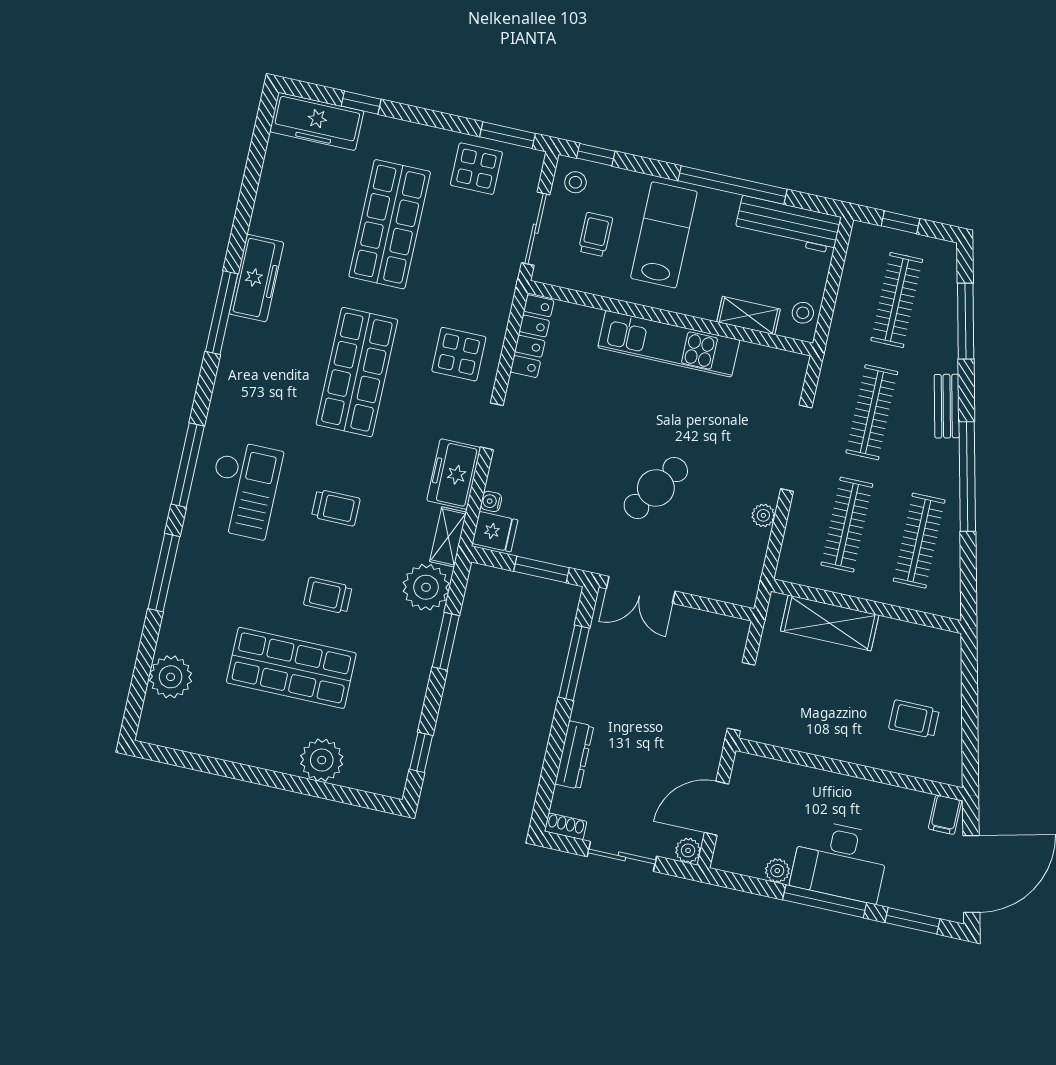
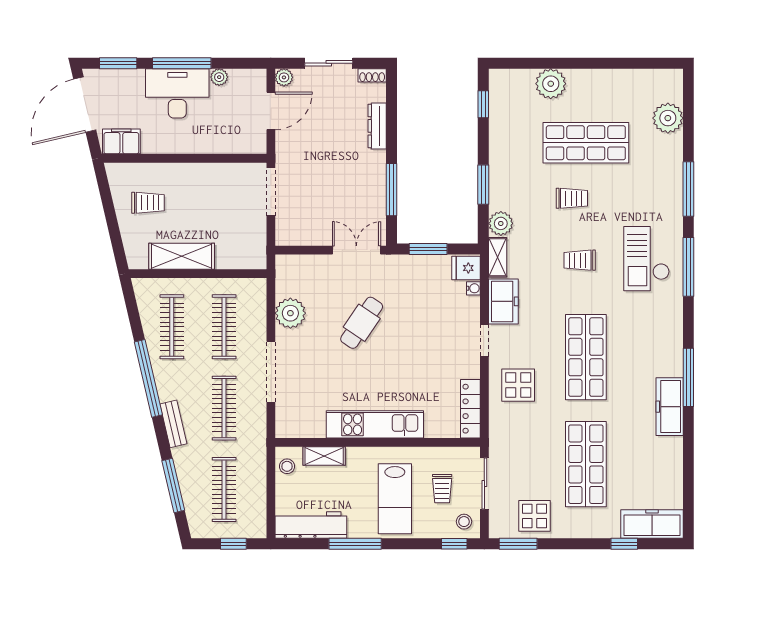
window: (732, 185) -> (355, 544), width x0.68
plant: (763, 515) -> (290, 313), width x1.87, depth x1.87
plant: (426, 587) -> (501, 223), width x0.73, depth x0.73
shelving: (830, 623) -> (182, 256), moved
filing cabinet: (945, 815) -> (121, 141), width x2.00

